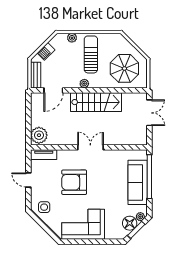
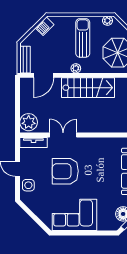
plant: (72, 38) -> (108, 21), moved
barbecue: (46, 51) -> (45, 26), moved
double door: (90, 147) -> (63, 135), moved
side table: (44, 207) -> (28, 185), moved

